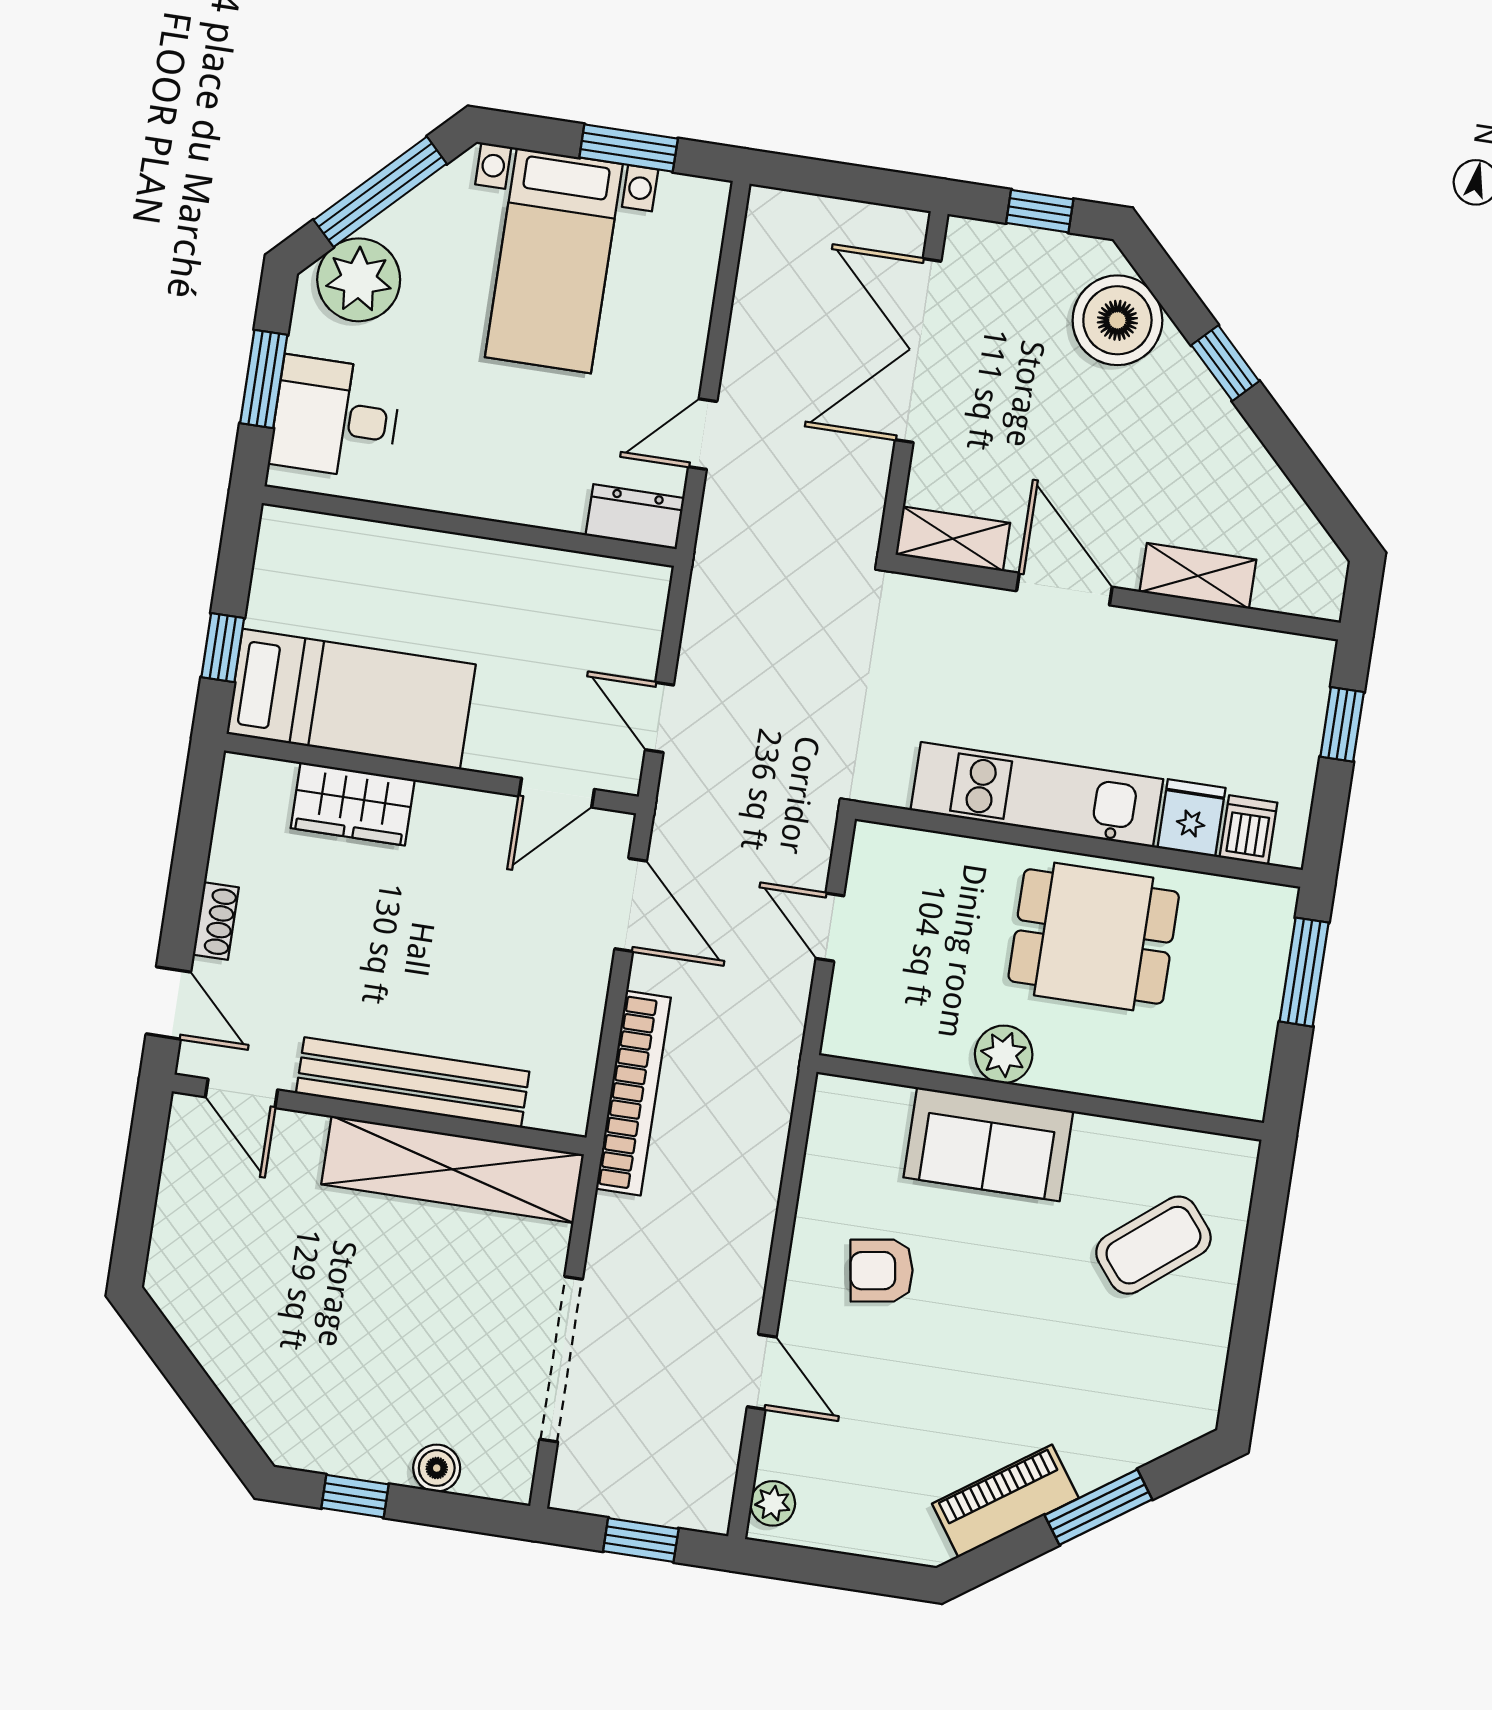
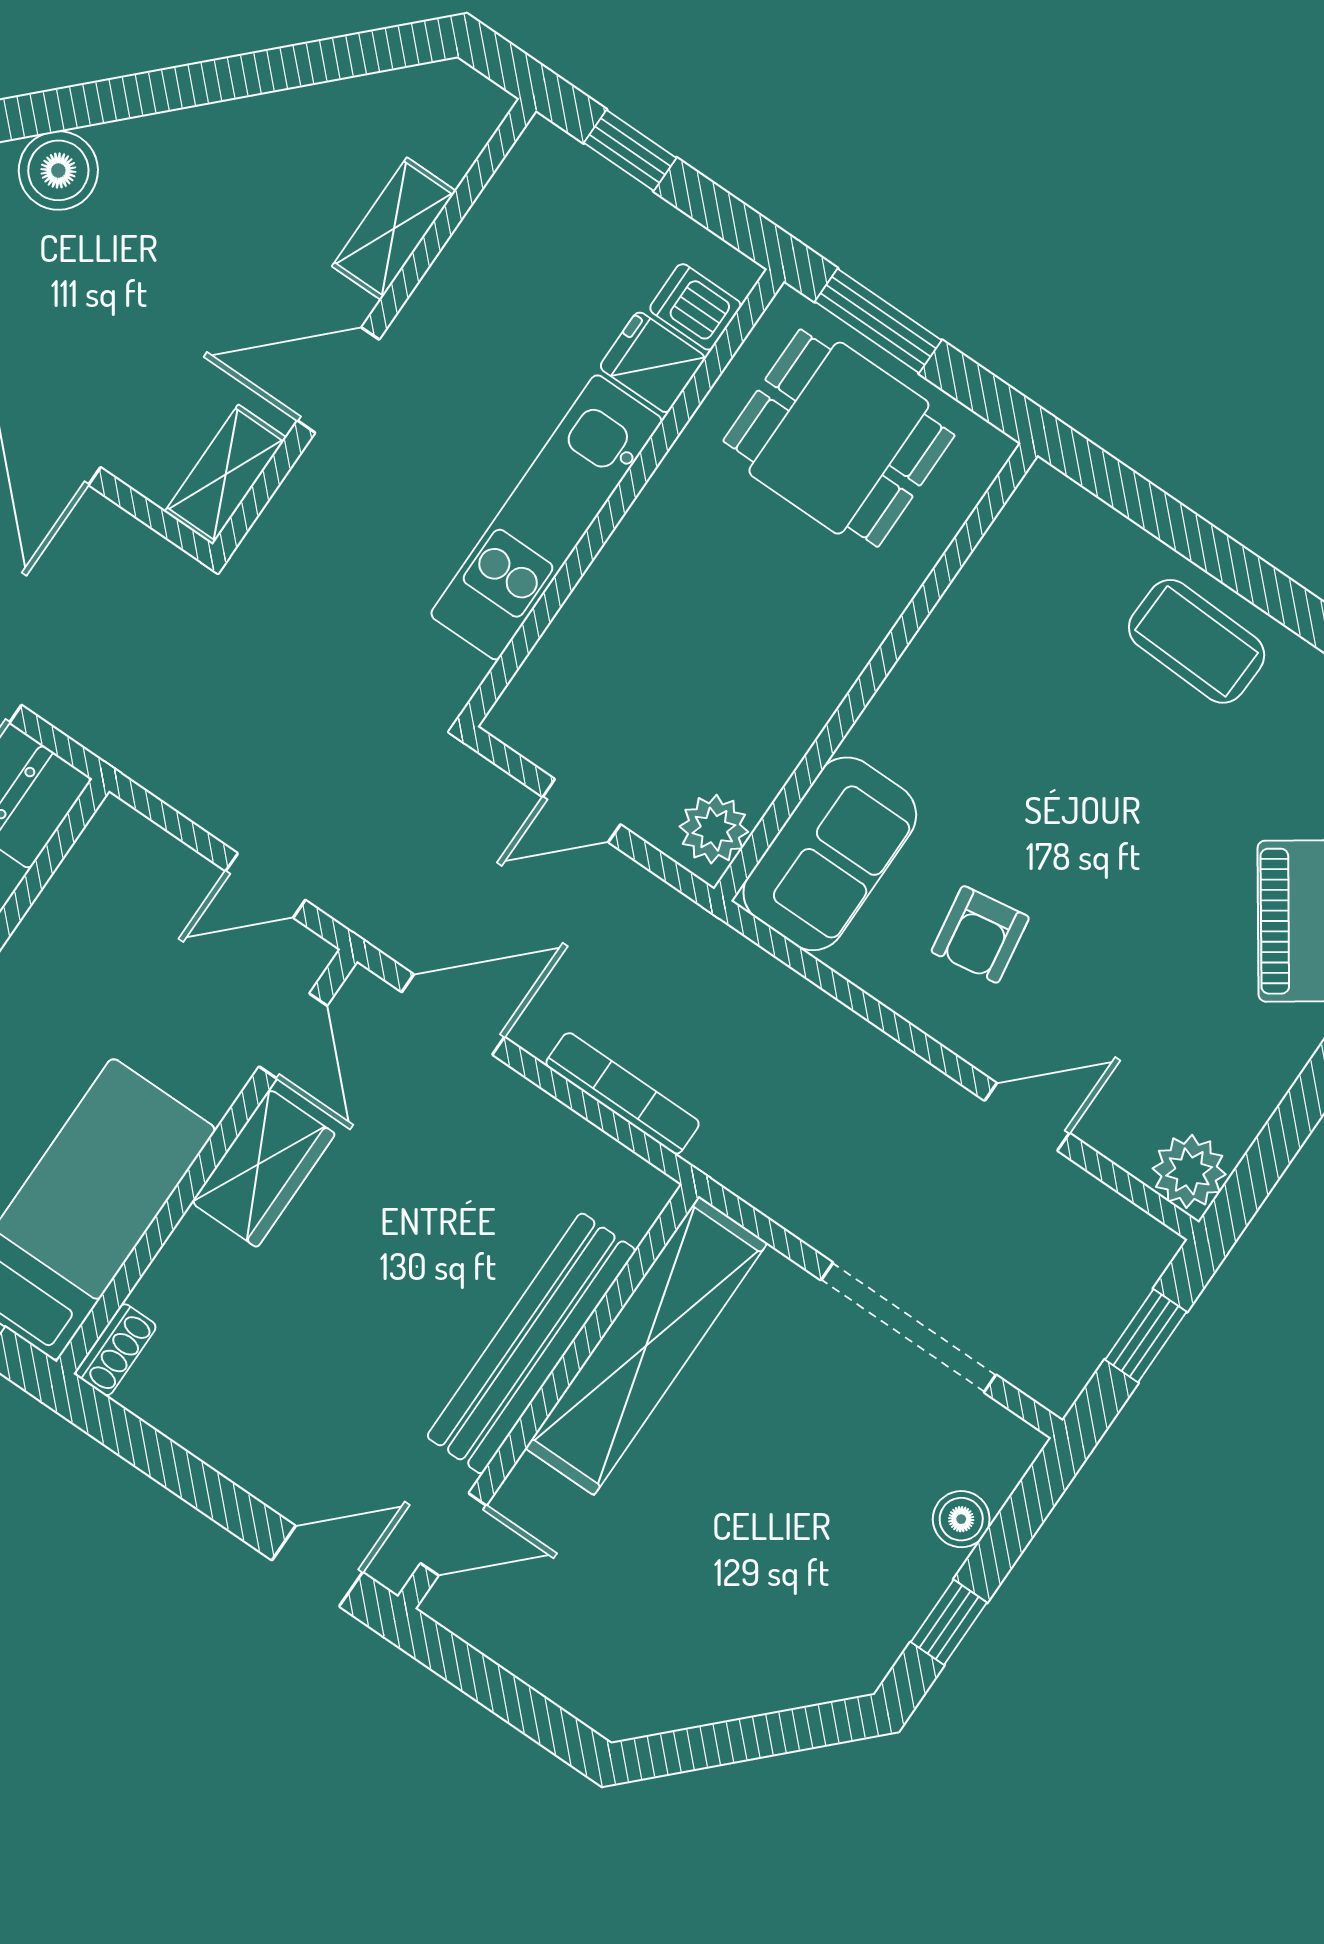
boiler: (1117, 320) -> (58, 170), width x0.73, depth x0.73
window: (1225, 363) -> (178, 88), removed
wardrobe: (353, 804) -> (263, 1168), moved
shoe rack: (216, 921) -> (116, 1350), moved, turned 90
dining table: (1094, 936) -> (839, 438), moved, turned 90
plant: (1004, 1054) -> (714, 829), moved
bookcase: (633, 1093) -> (623, 1093), width x0.68, depth x0.76
sofa: (988, 1144) -> (830, 854), moved
coffee table: (1153, 1245) -> (1197, 641), moved, turned -49
plant: (773, 1503) -> (1189, 1171), width x1.38, depth x1.38

